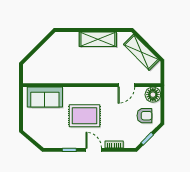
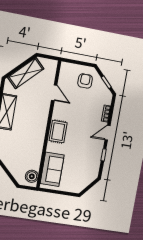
boiler: (34, 77) -> (32, 176), added
floor lamp: (153, 95) -> (67, 70), removed
rug: (85, 116) -> (58, 132), moved, width x0.73, depth x0.70

